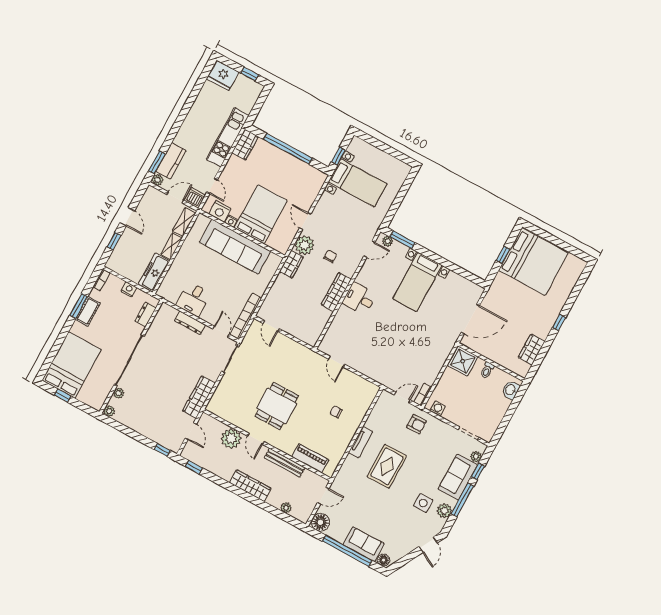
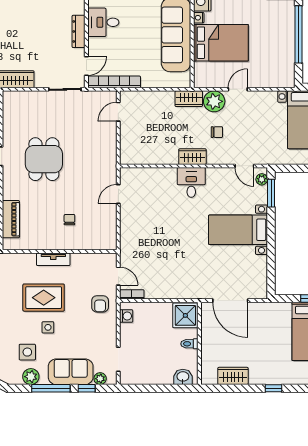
wardrobe: (336, 292) -> (192, 157), width x0.67
dining table: (277, 406) -> (44, 159), turned 90
side table: (413, 476) -> (48, 327), added

